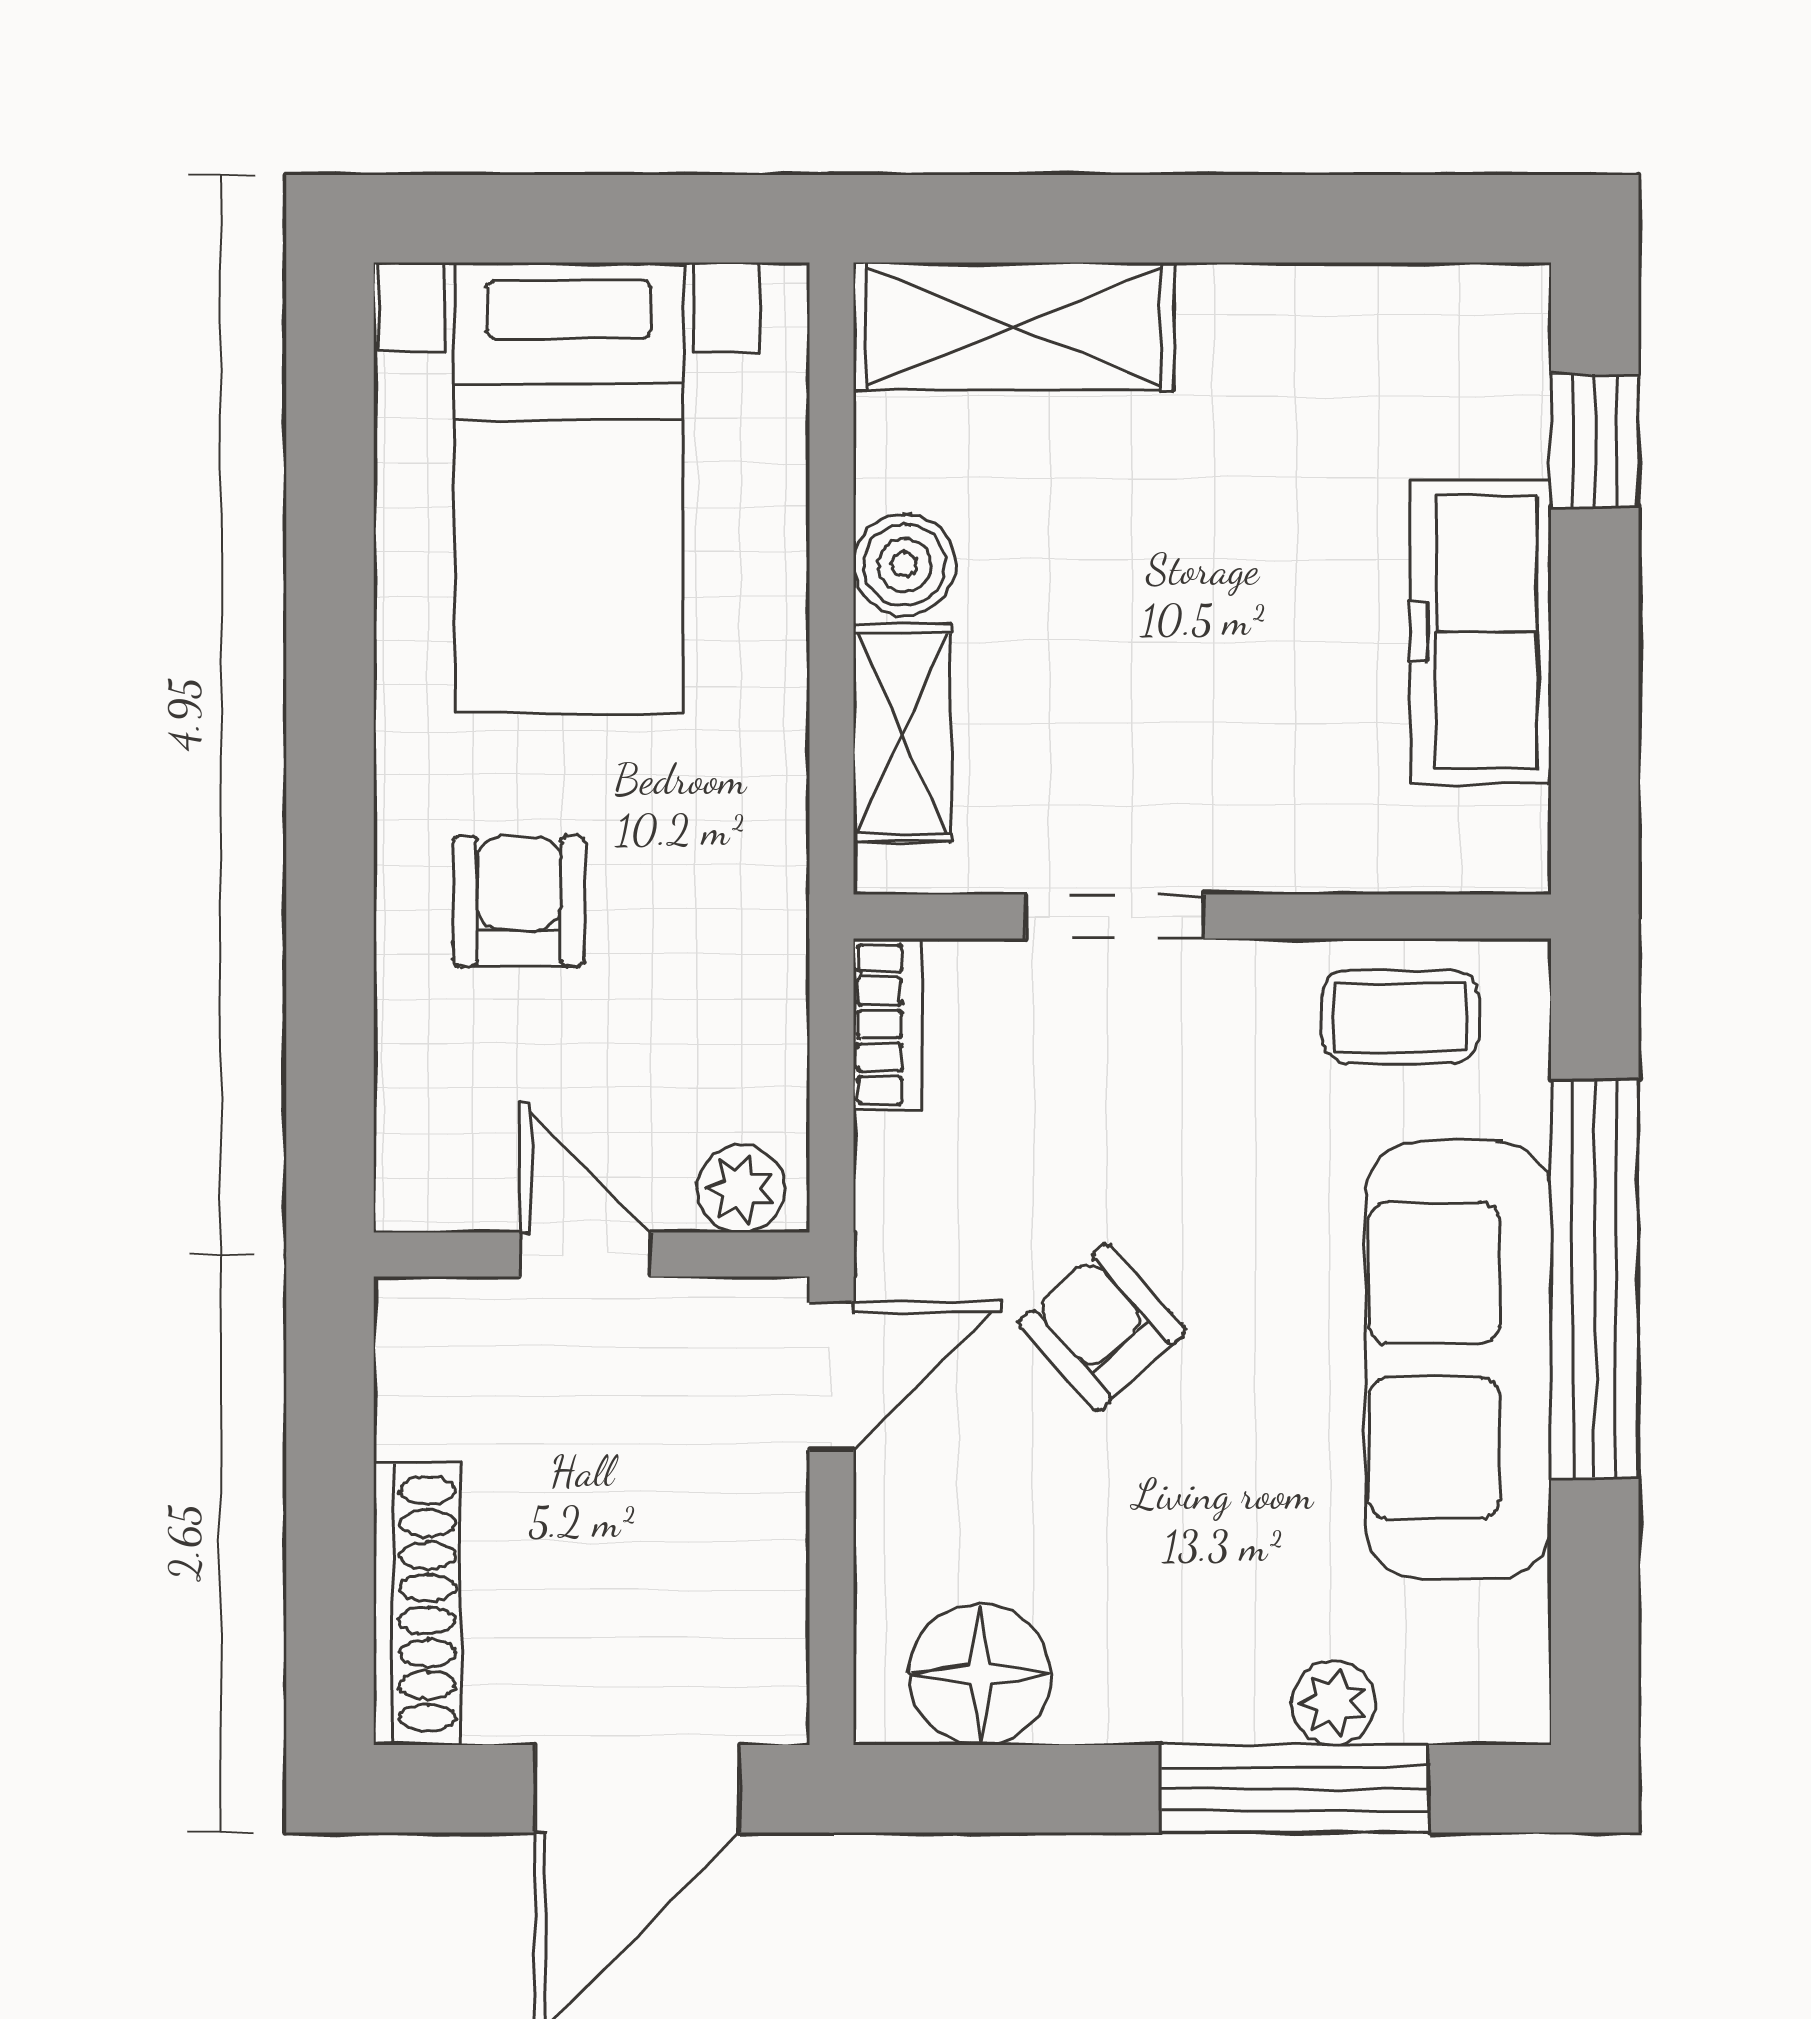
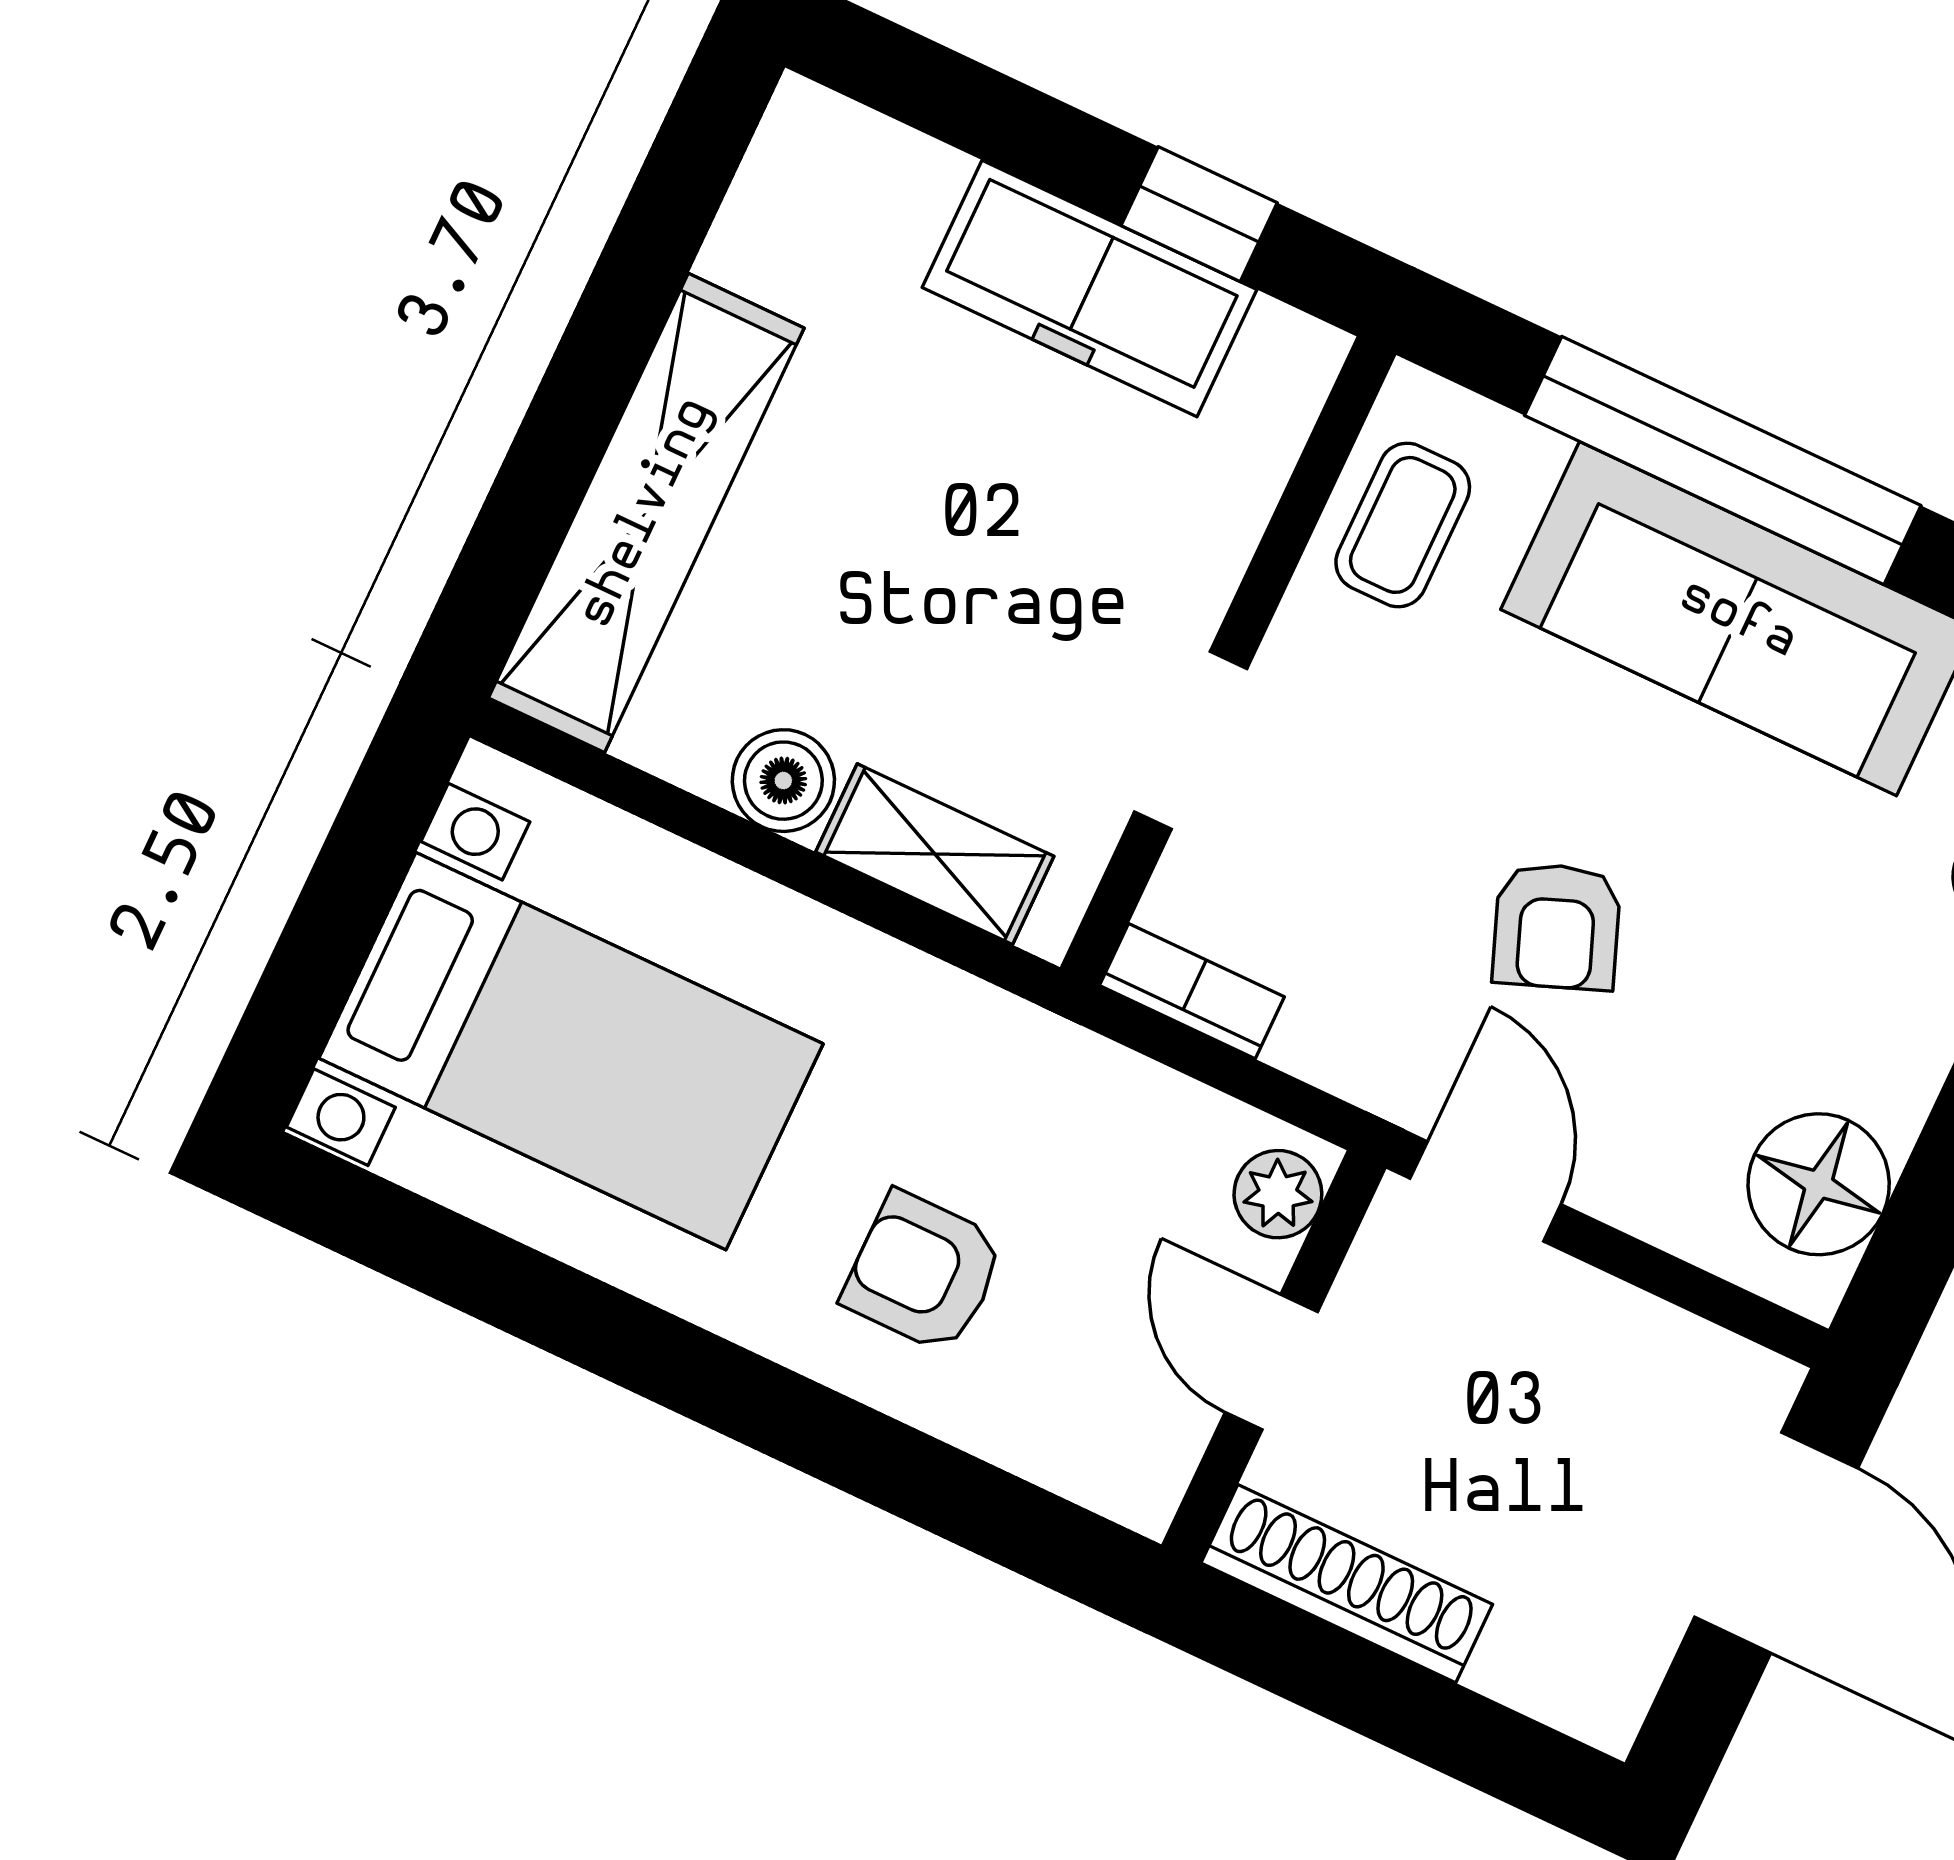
shelving: (1014, 326) -> (646, 513), width x1.47
window: (1595, 441) -> (1199, 214), moved
door: (586, 1255) -> (1271, 1362), hinge flipped
armchair: (1102, 1327) -> (1557, 926), turned -69
shoe rack: (417, 1604) -> (1347, 1584), moved

